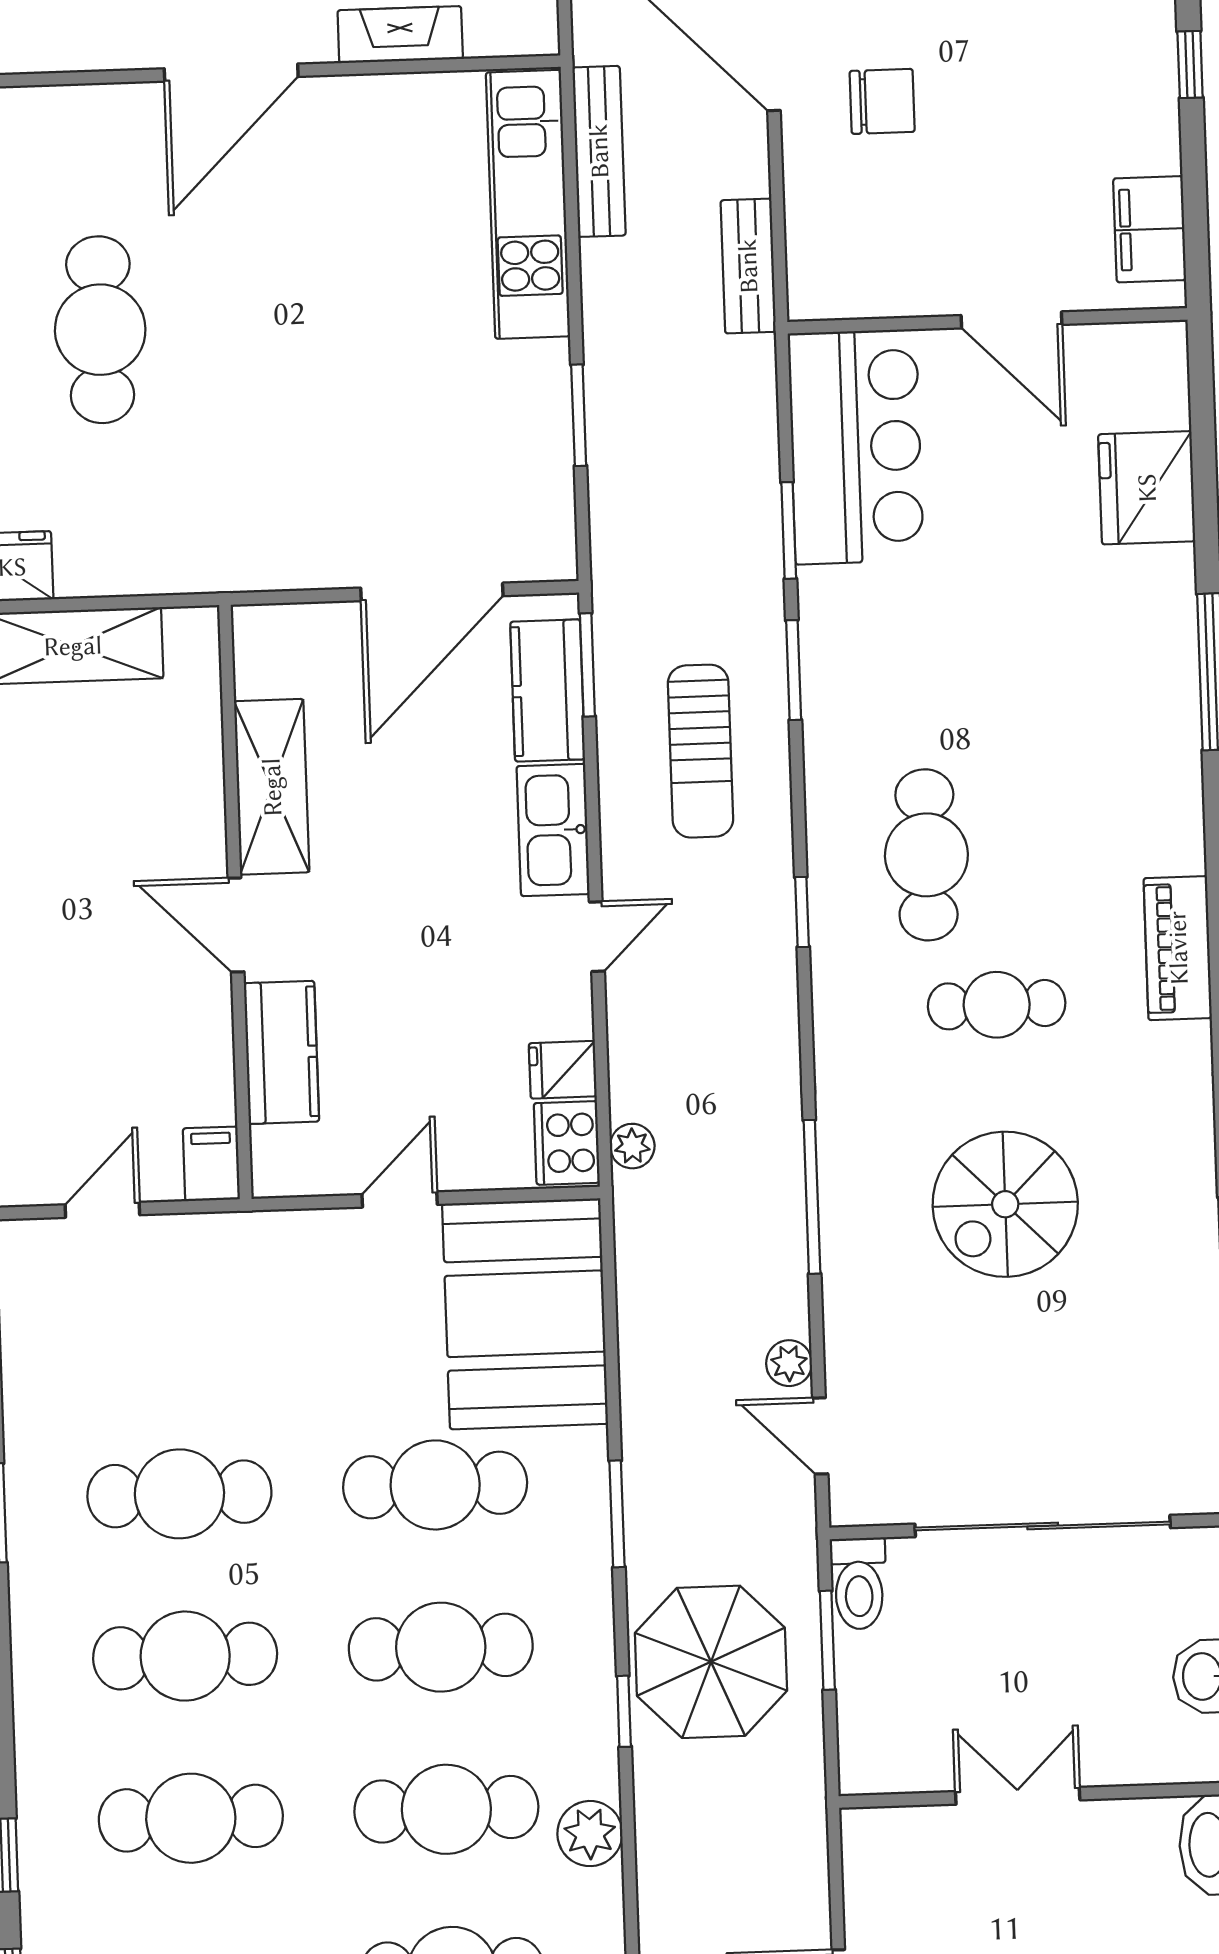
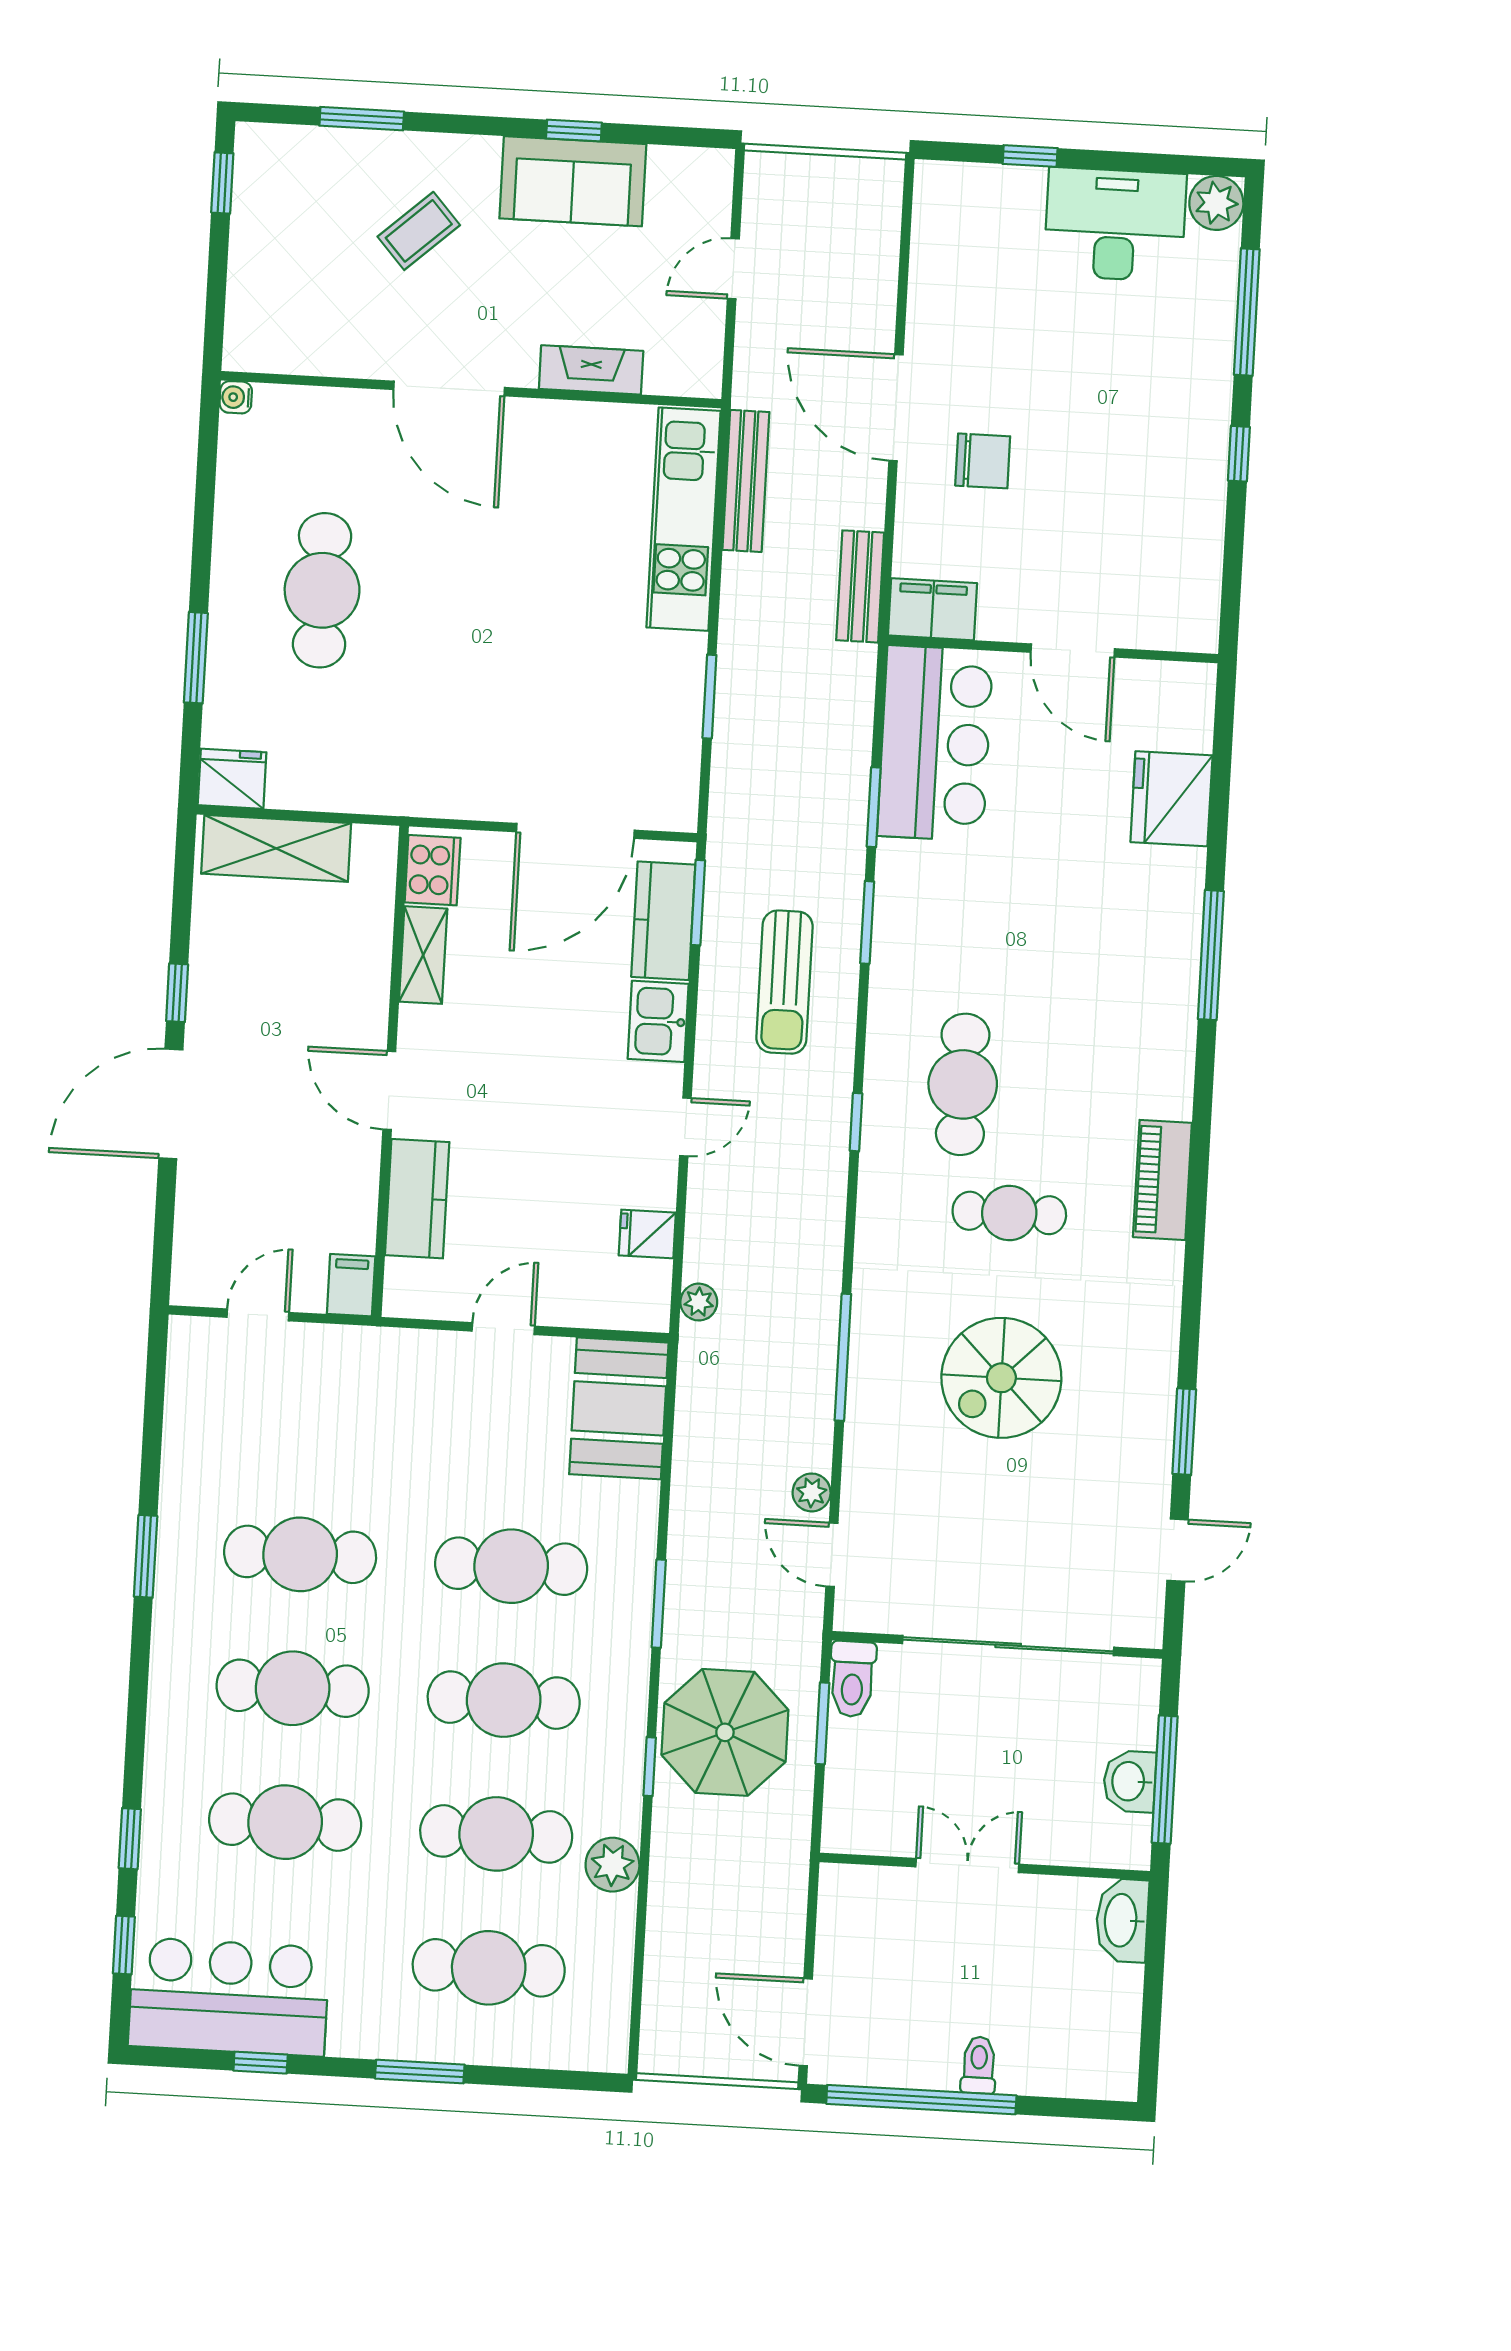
door: (231, 73) -> (449, 389), hinge flipped
filing cabinet: (1150, 229) -> (933, 609), moved, turned 90
shelving: (272, 787) -> (423, 955), width x0.67, depth x0.75
kitchen sink: (553, 830) -> (658, 1021), width x0.73
cooker: (567, 1143) -> (433, 870), moved, turned 180
booth: (525, 1314) -> (619, 1408), width x0.73, depth x0.70

